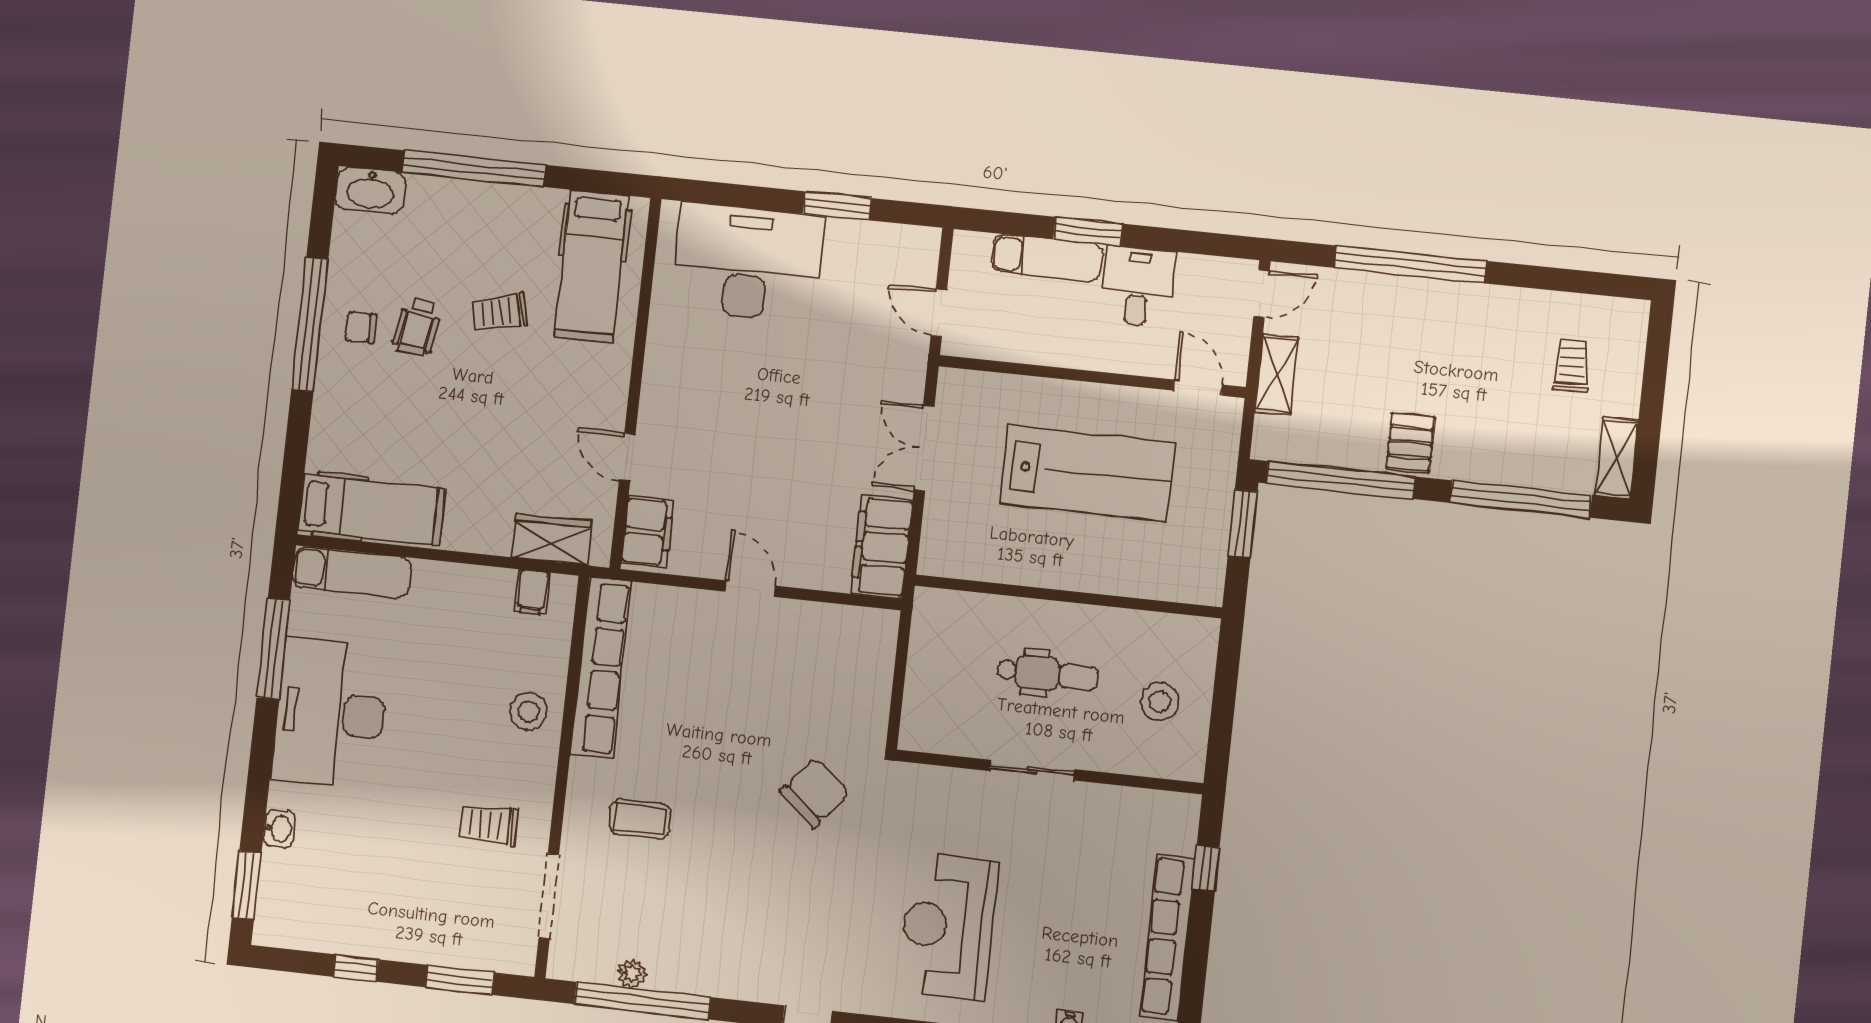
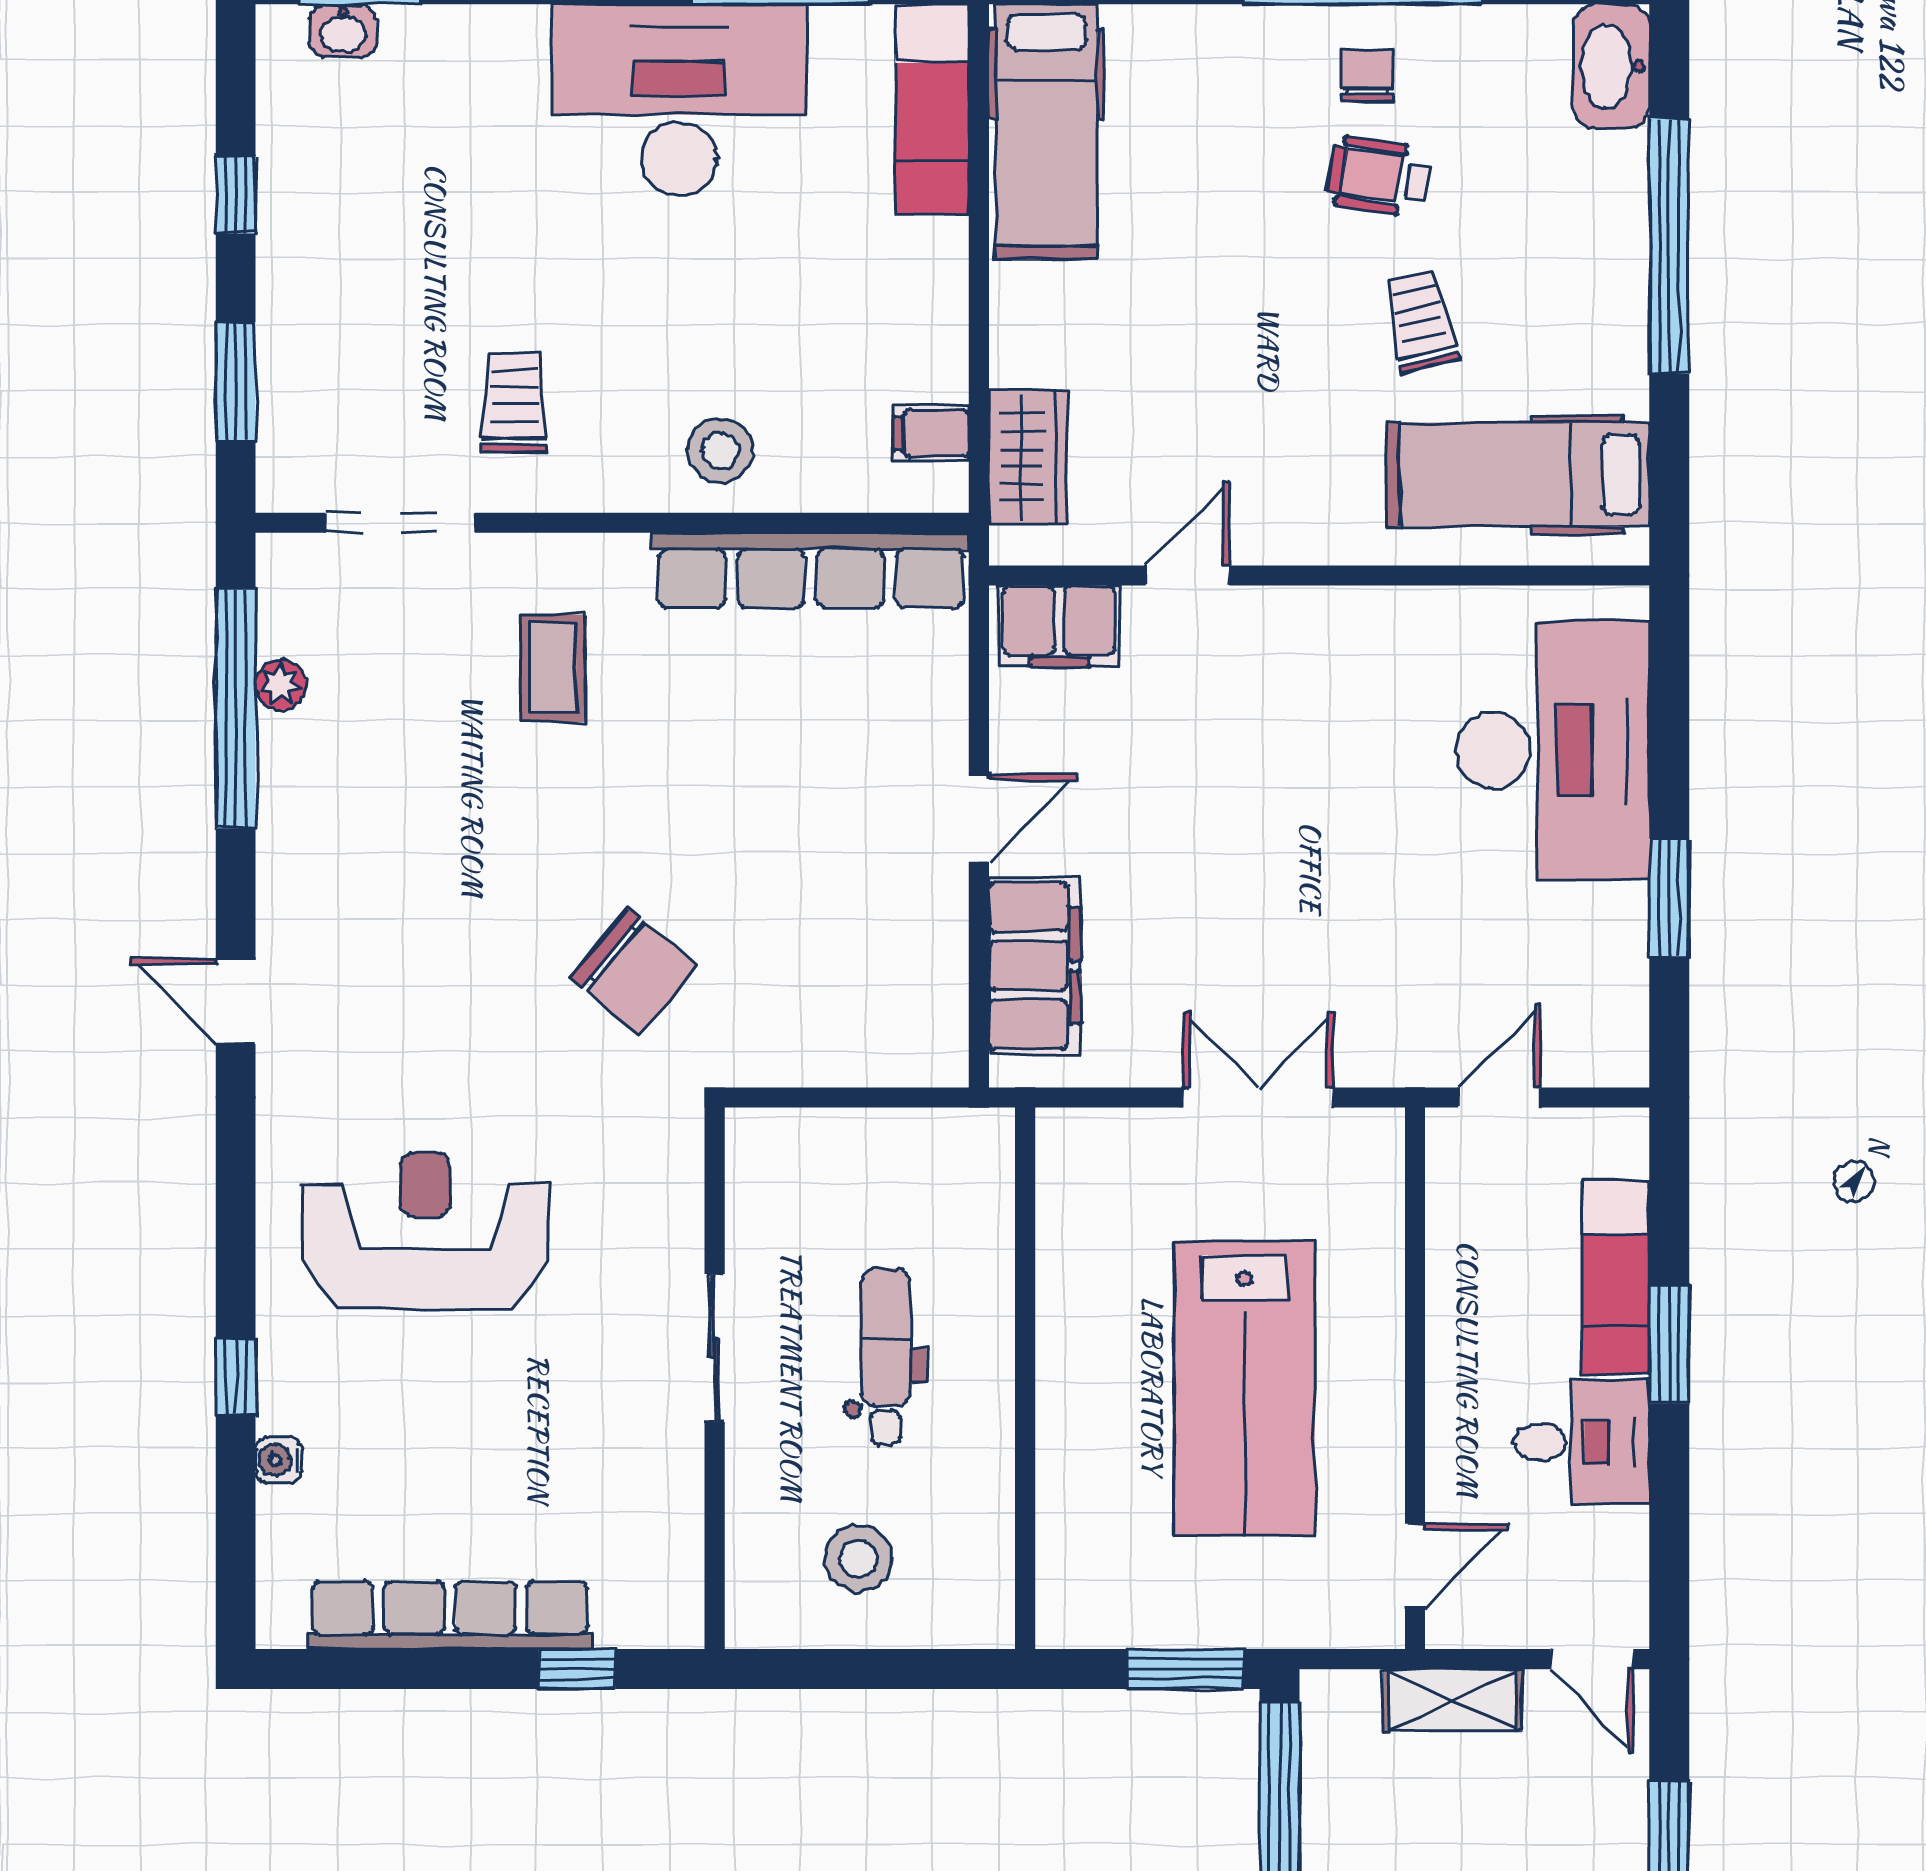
filing cabinet: (882, 547) -> (1035, 966), moved, turned 90
dental chair: (1047, 674) -> (885, 1357), turned 180
washbasin: (279, 829) -> (343, 31), moved

